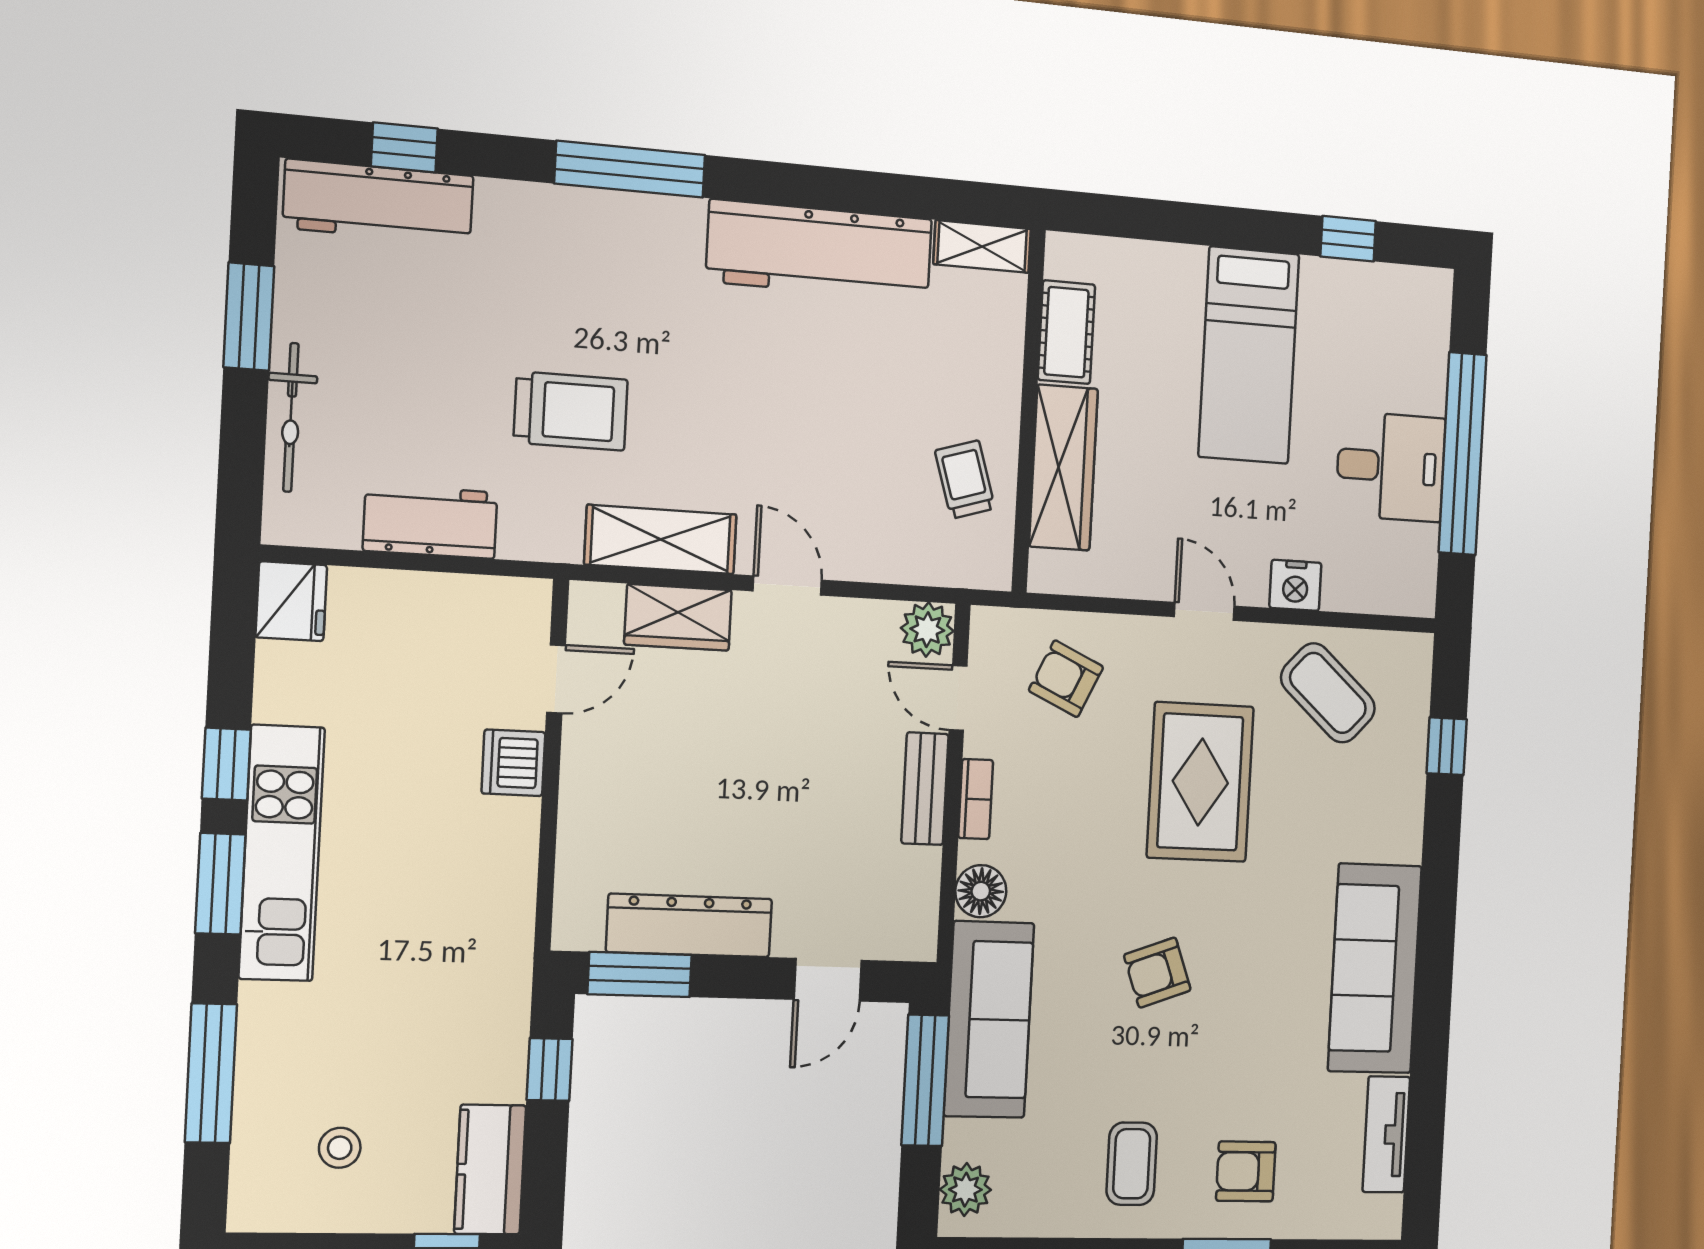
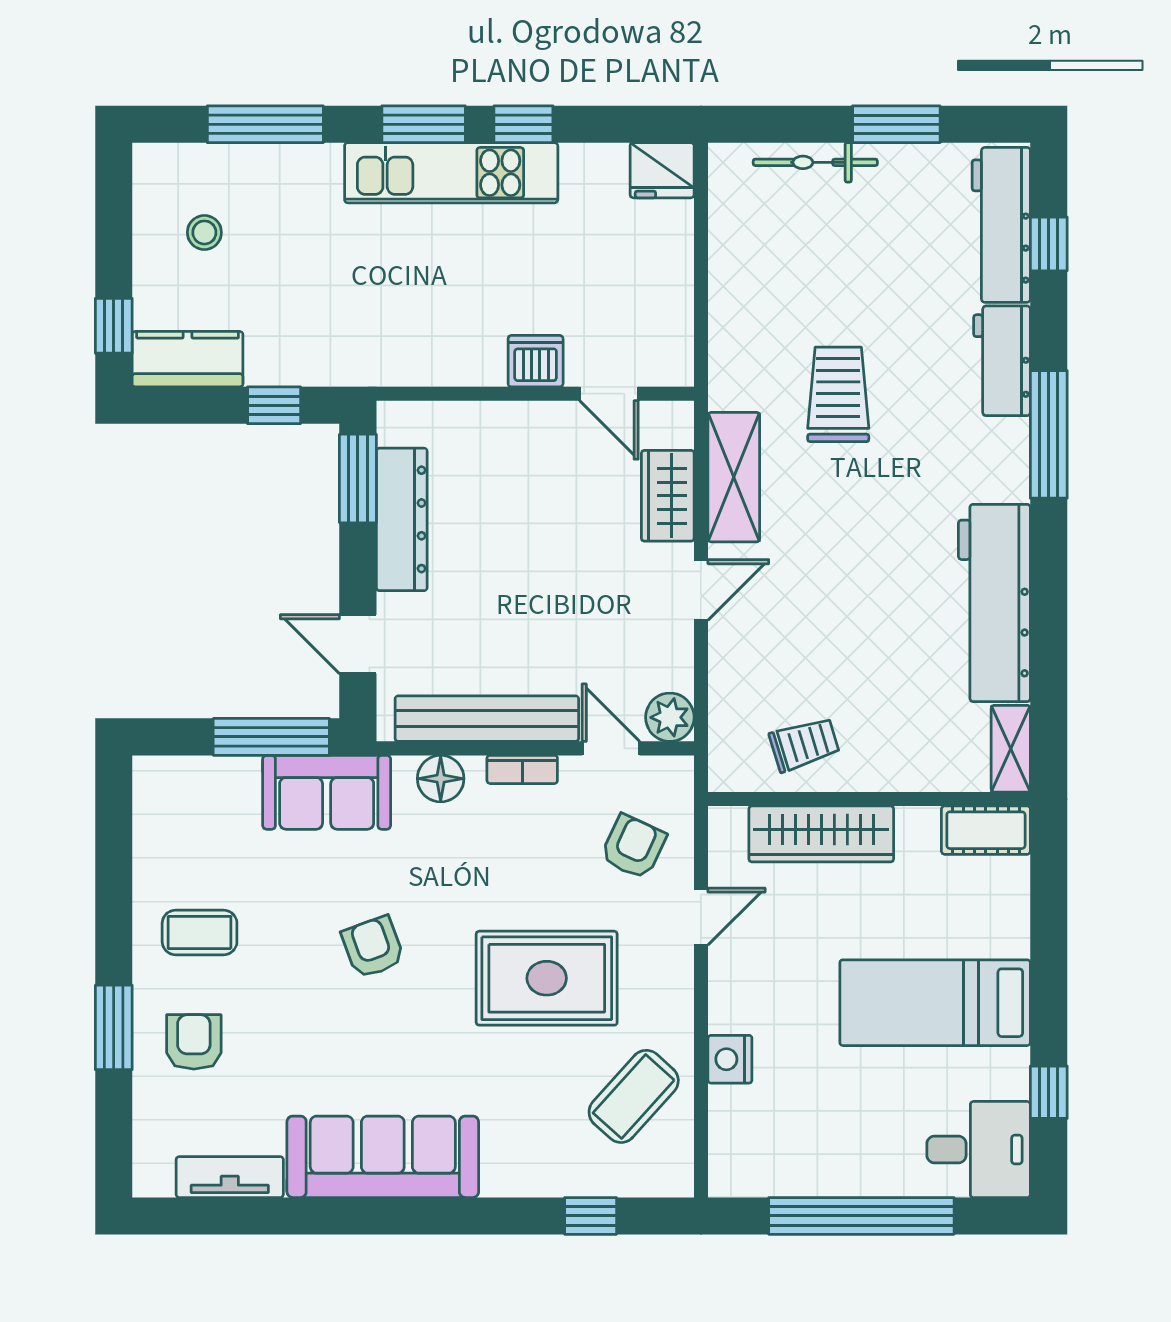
cot: (1066, 332) -> (986, 830), moved
trolley: (571, 411) -> (838, 394), turned 180
desk: (1391, 467) -> (979, 1150), moved, turned -90
workbench: (430, 521) -> (1002, 361), moved, turned 180
door: (1204, 611) -> (701, 917), moved
door: (958, 698) -> (611, 748), hinge flipped
bench: (925, 789) -> (487, 719), width x1.86, depth x1.21
sofa: (989, 1019) -> (327, 792), width x0.73
plant: (966, 1190) -> (175, 779), removed

